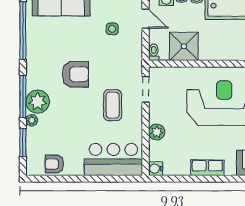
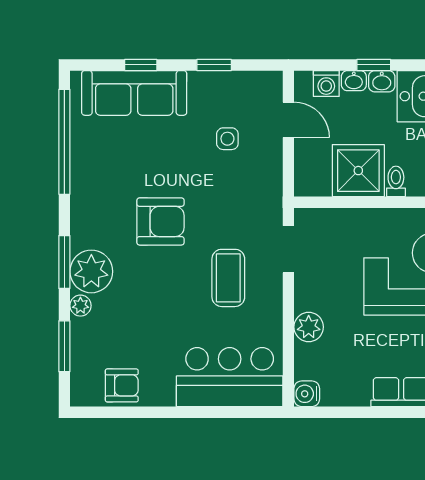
toilet: (154, 52) -> (396, 181), moved
window: (23, 96) -> (64, 262), width x0.69
armchair: (54, 164) -> (122, 385), turned 180

